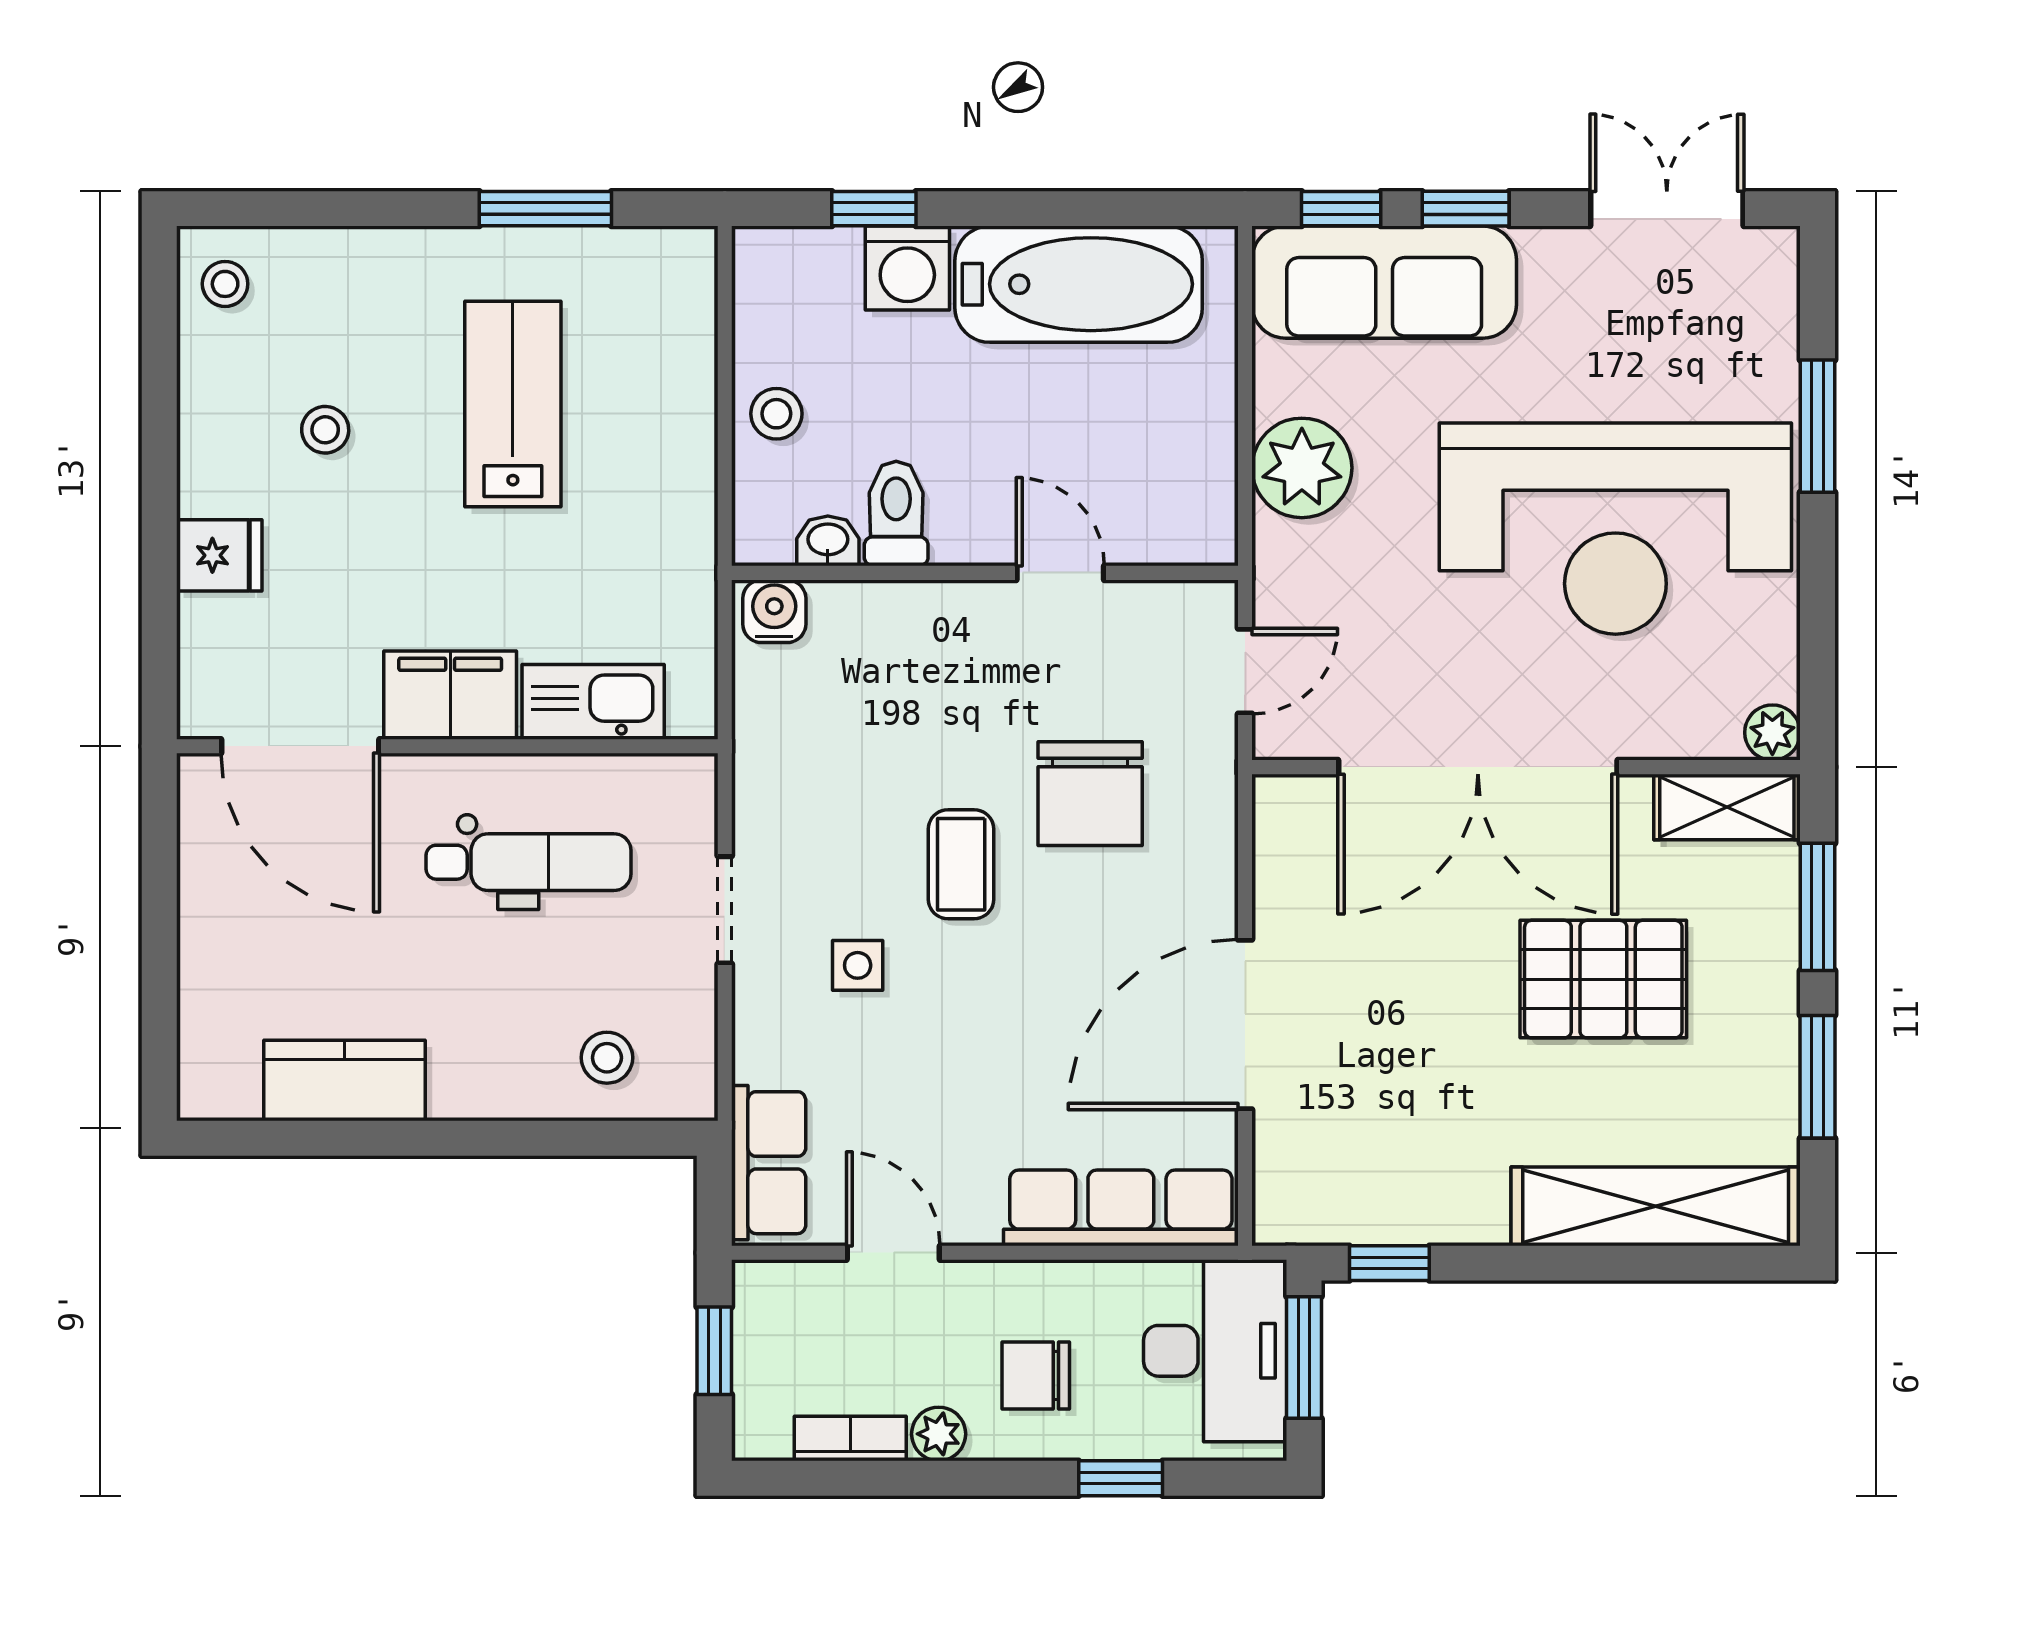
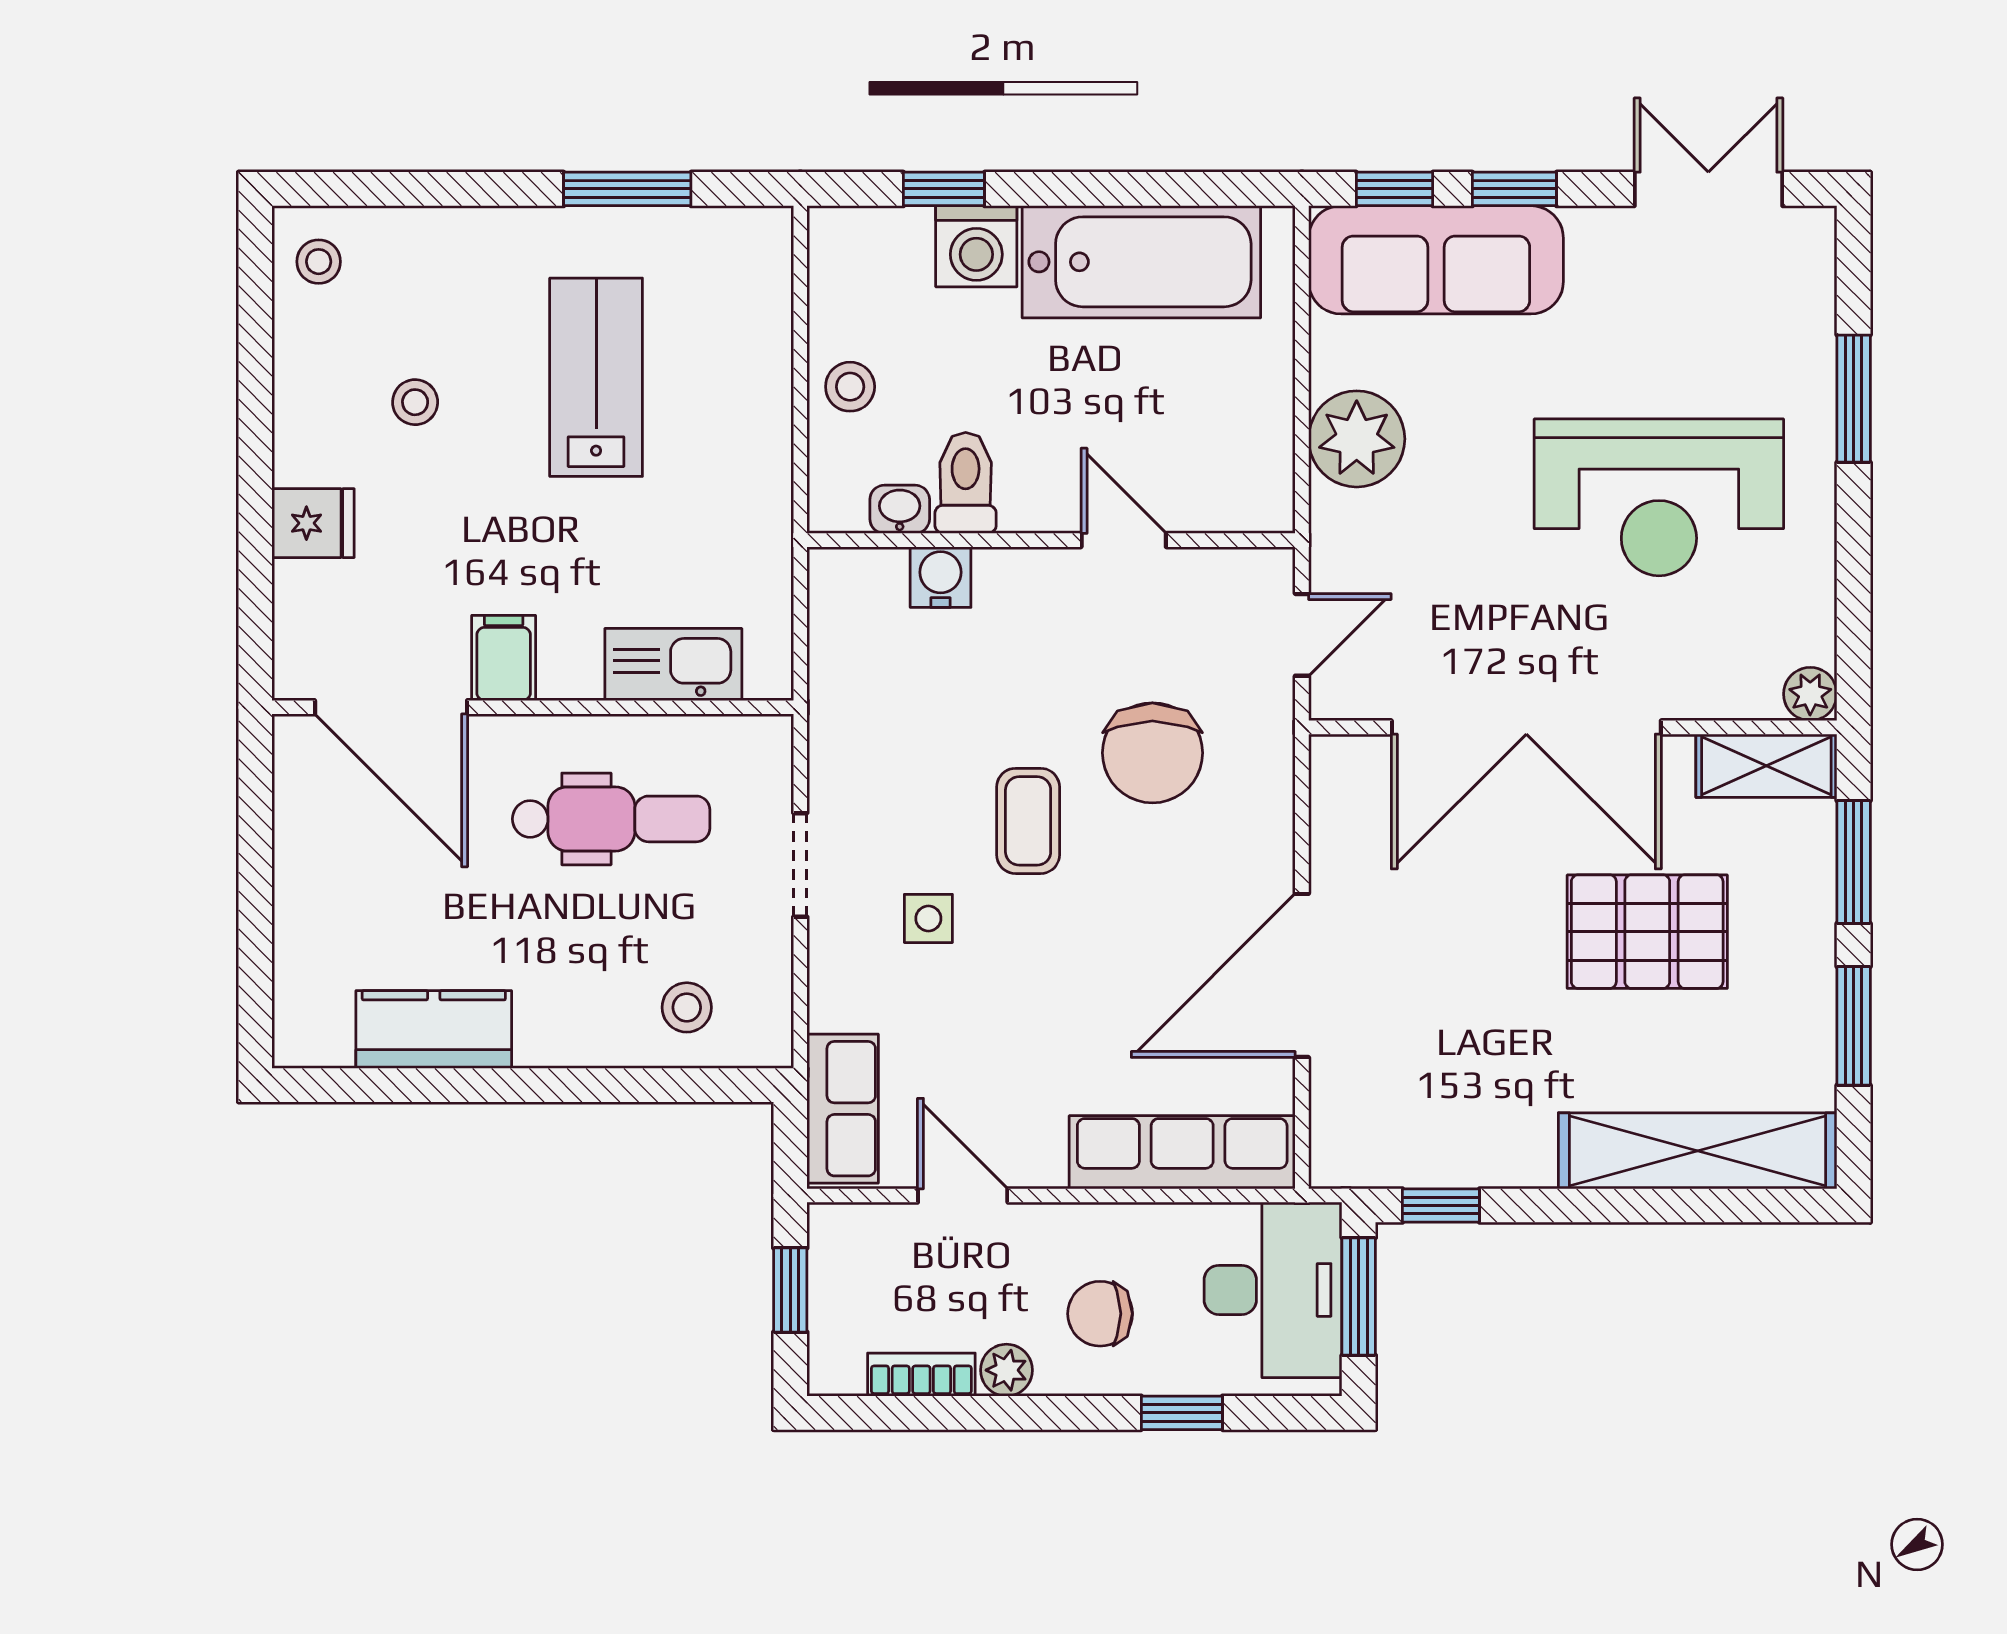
reception desk: (1615, 529) -> (1659, 497), width x0.74, depth x0.77
water cooler: (774, 611) -> (941, 577), moved
filing cabinet: (450, 695) -> (504, 658), width x0.50

